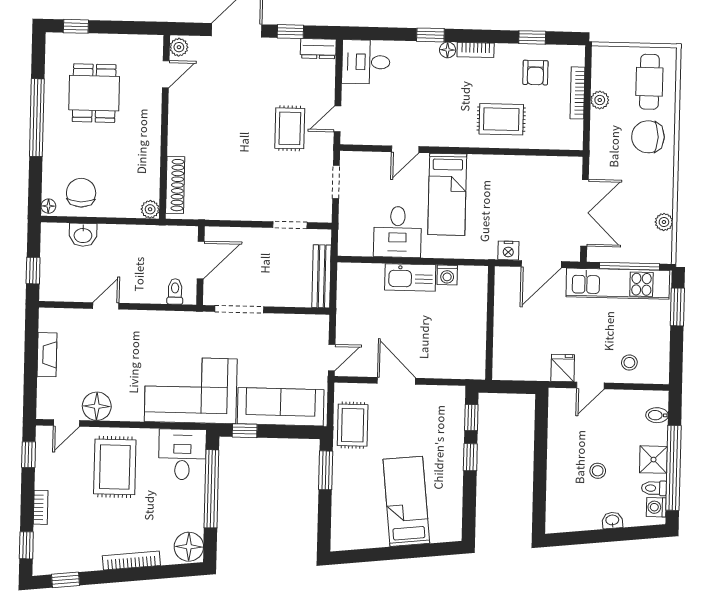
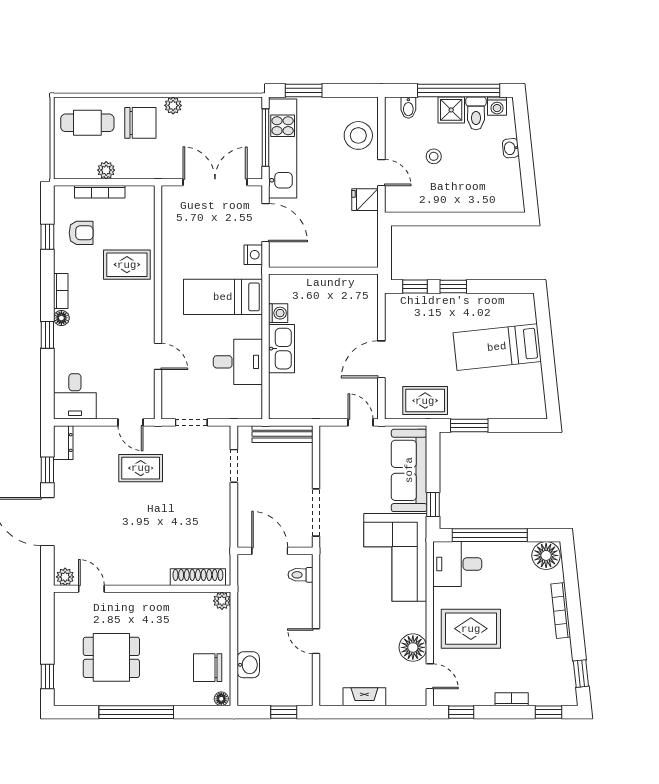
rug: (501, 119) -> (127, 265), turned 90
chair: (648, 137) -> (140, 123), turned -90
bed: (447, 194) -> (223, 297), moved, turned 180
plant: (664, 222) -> (173, 105), moved
stool: (629, 363) -> (358, 135), width x1.89, depth x1.89
stool: (598, 471) -> (434, 156), moved
toilet: (654, 488) -> (476, 113), width x1.37, depth x1.39

